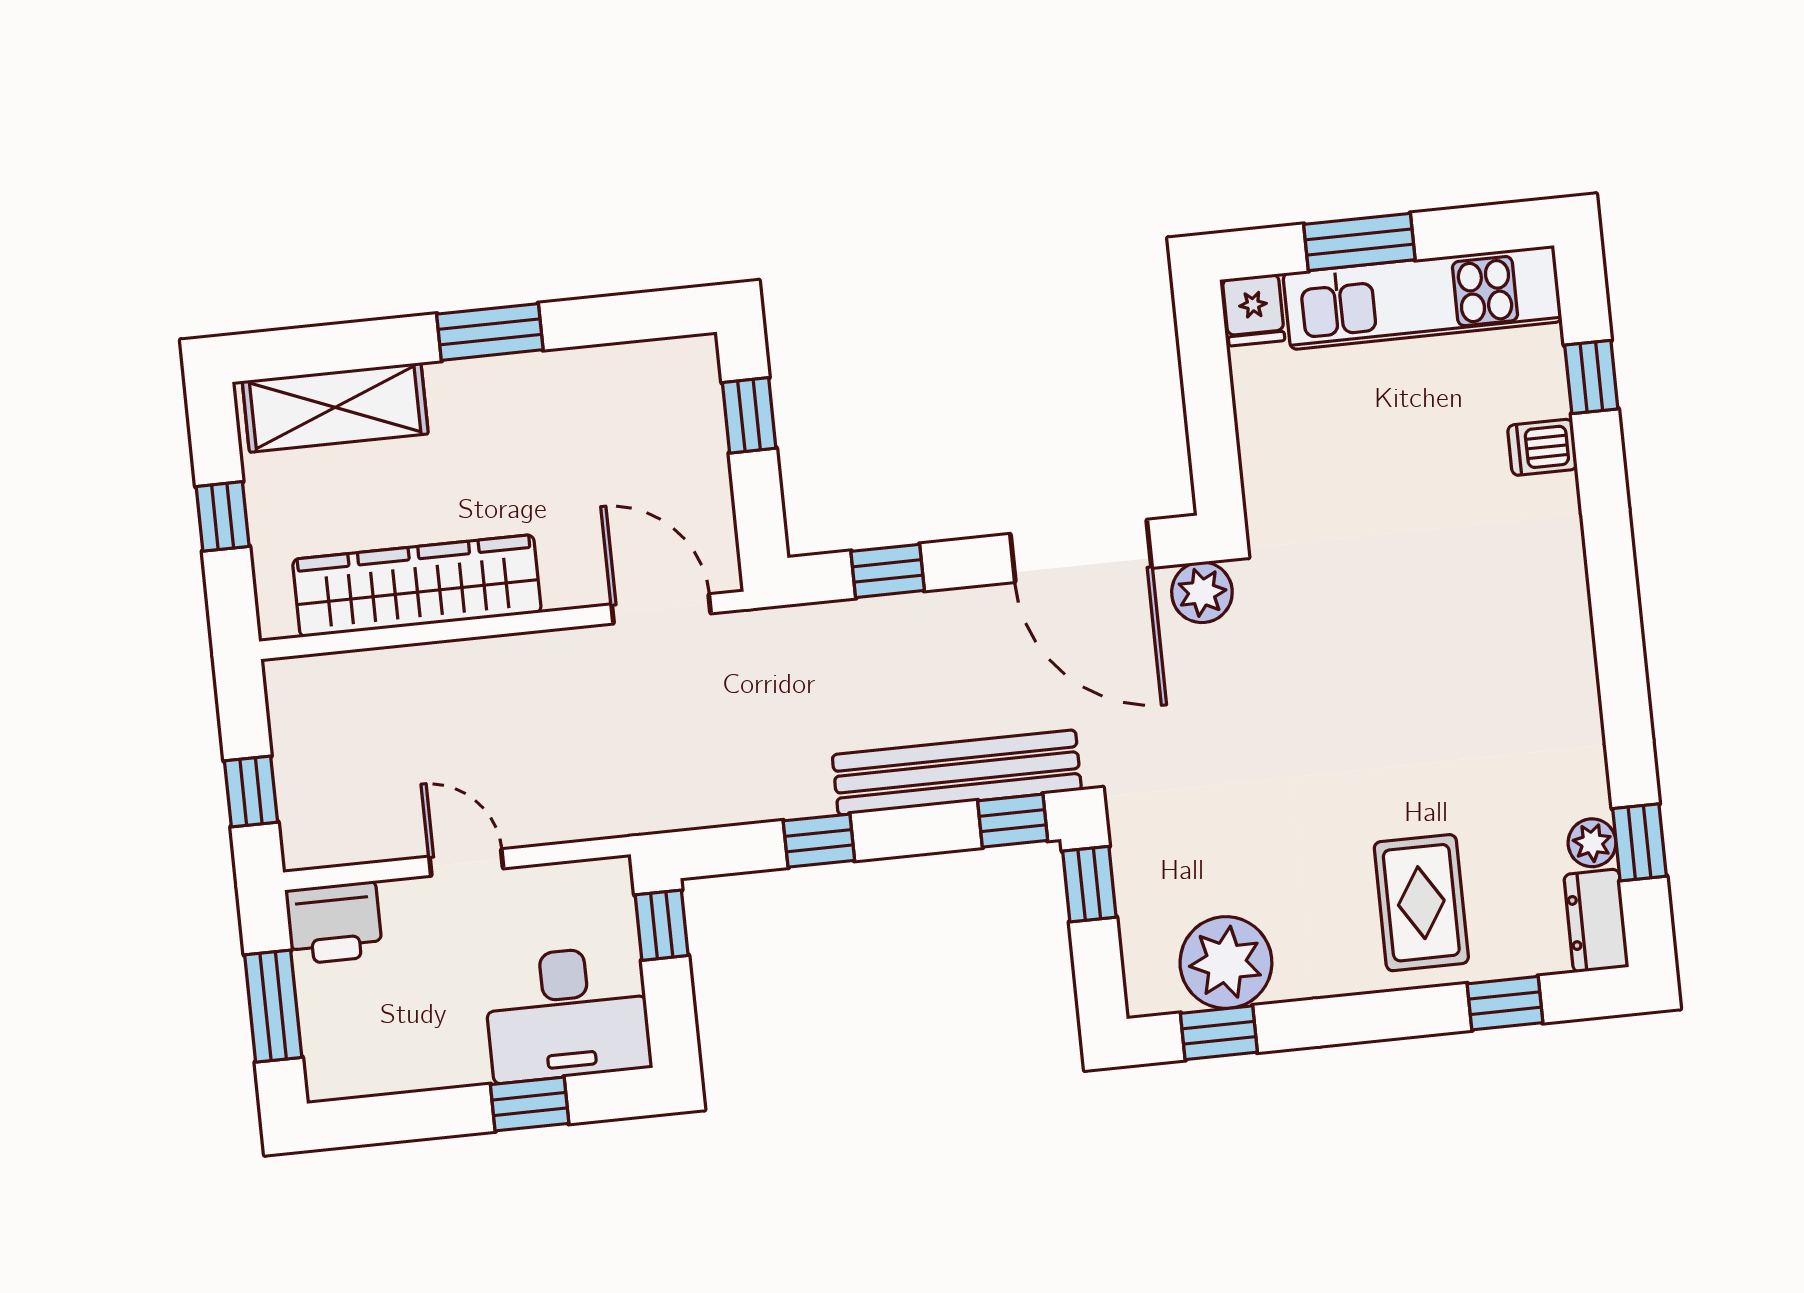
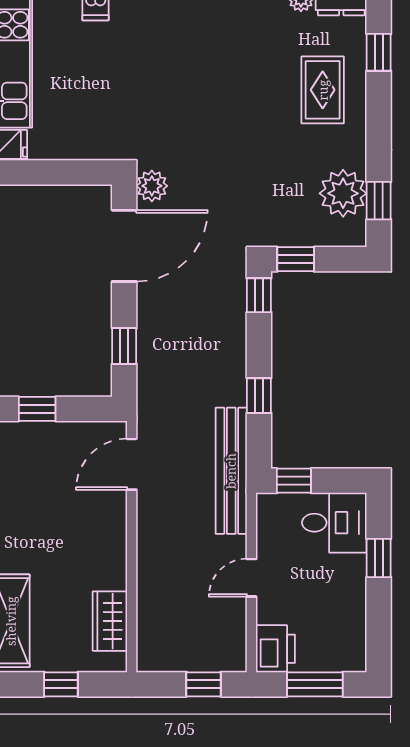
wardrobe: (417, 586) -> (110, 621), width x0.48, depth x0.85
bench: (957, 772) -> (231, 471), moved
rug: (1421, 903) -> (323, 90), turned 90
desk: (567, 1014) -> (334, 523), width x0.73

